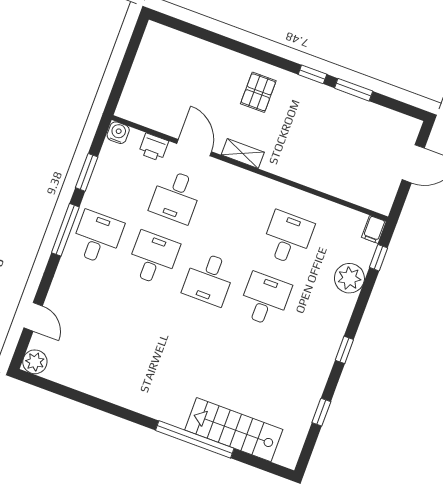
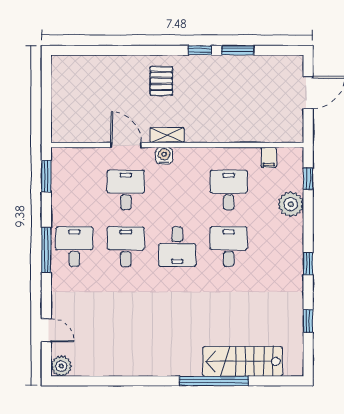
water cooler: (118, 133) -> (164, 156), moved
printer: (154, 147) -> (93, 157), removed
window: (87, 172) -> (46, 176), moved
desk: (176, 196) -> (126, 190), turned 180
filing cabinet: (374, 229) -> (269, 157), moved

